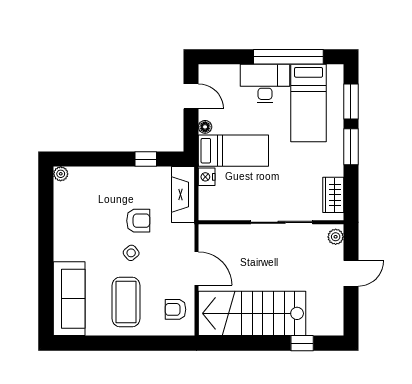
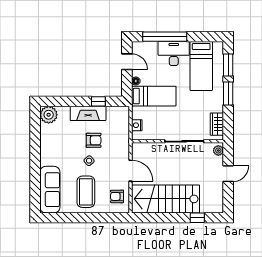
window: (288, 57) -> (165, 37), moved
plant: (61, 174) -> (49, 115), width x1.87, depth x1.87
nightstand: (207, 177) -> (137, 125), moved
fireplace: (183, 195) -> (88, 113), moved, turned -90

